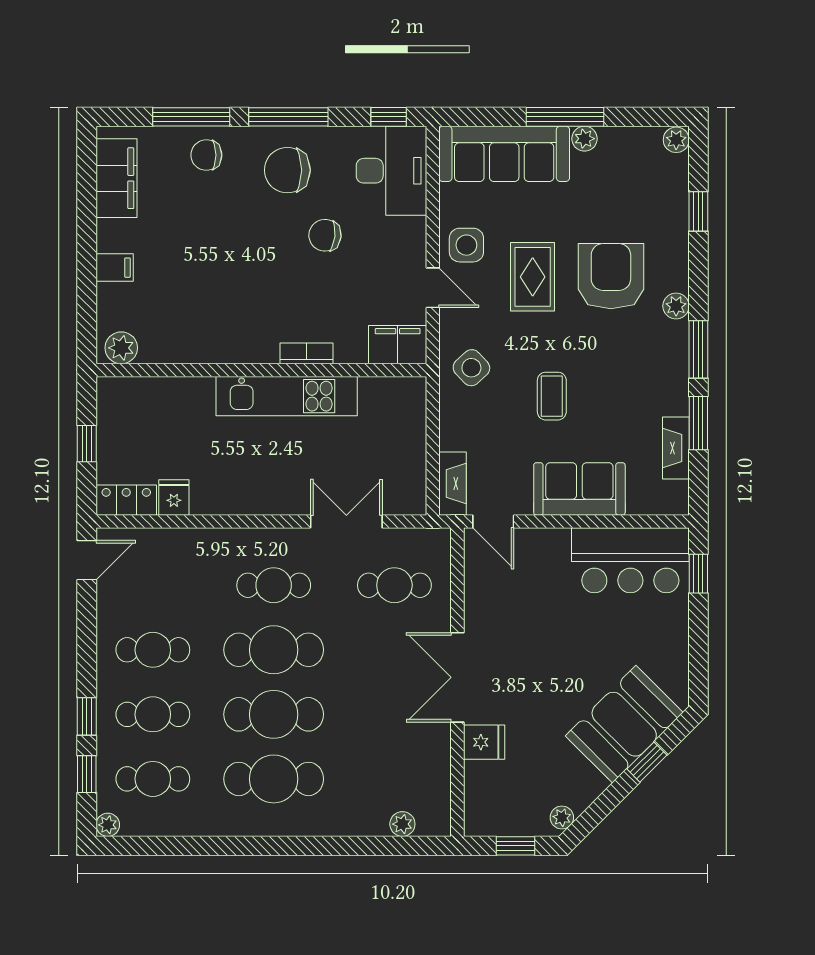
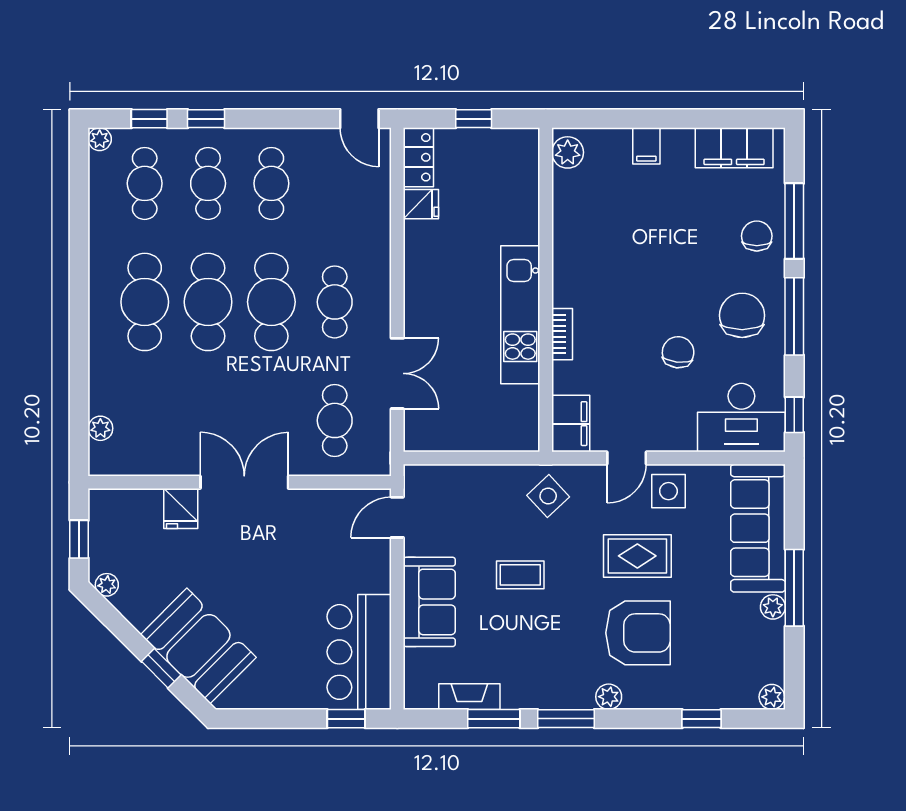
fireplace: (452, 484) -> (435, 477), removed

